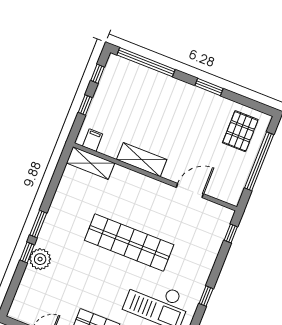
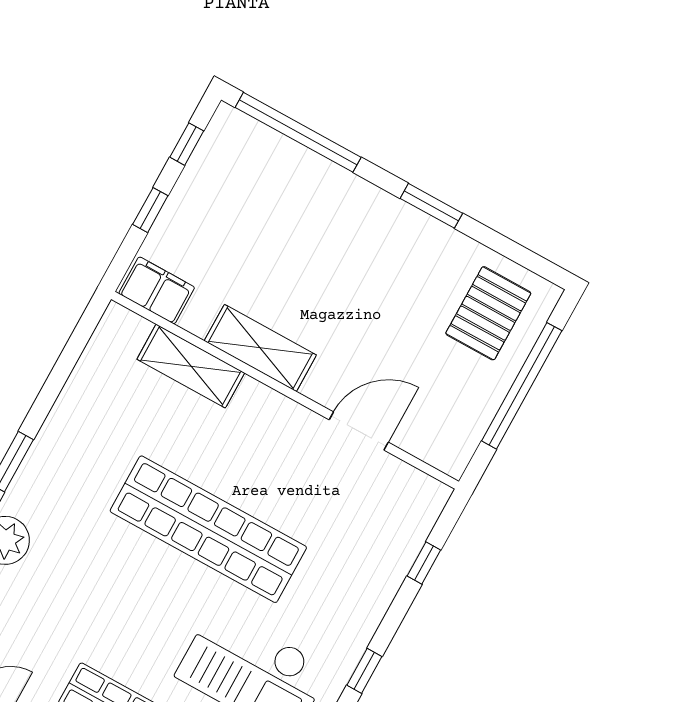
filing cabinet: (93, 140) -> (157, 290), width x2.00
shelving: (91, 163) -> (191, 366), moved
window: (231, 234) -> (424, 563), moved

